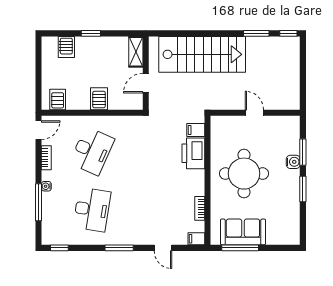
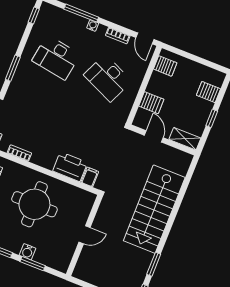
shelving: (136, 52) -> (185, 139), moved
wall: (146, 73) -> (163, 140), moved
door: (146, 83) -> (154, 136), moved

